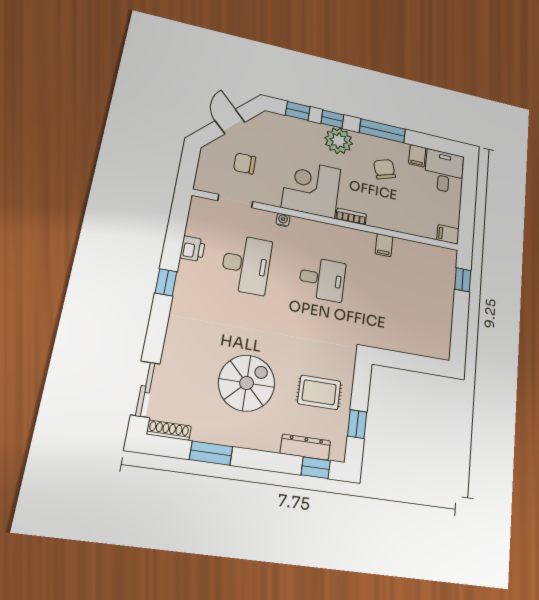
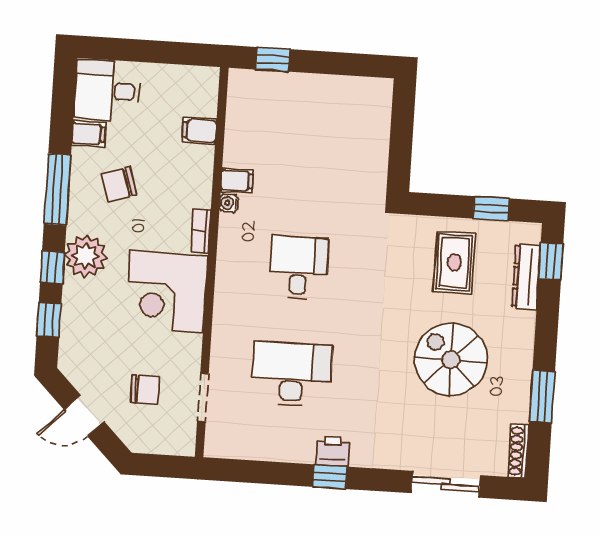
chair: (245, 163) -> (145, 390), turned -90
water cooler: (283, 220) -> (229, 203), moved
filing cabinet: (448, 234) -> (199, 131), moved, turned 90
printer: (193, 249) -> (333, 451), moved
sliding door: (145, 389) -> (446, 484), moved

